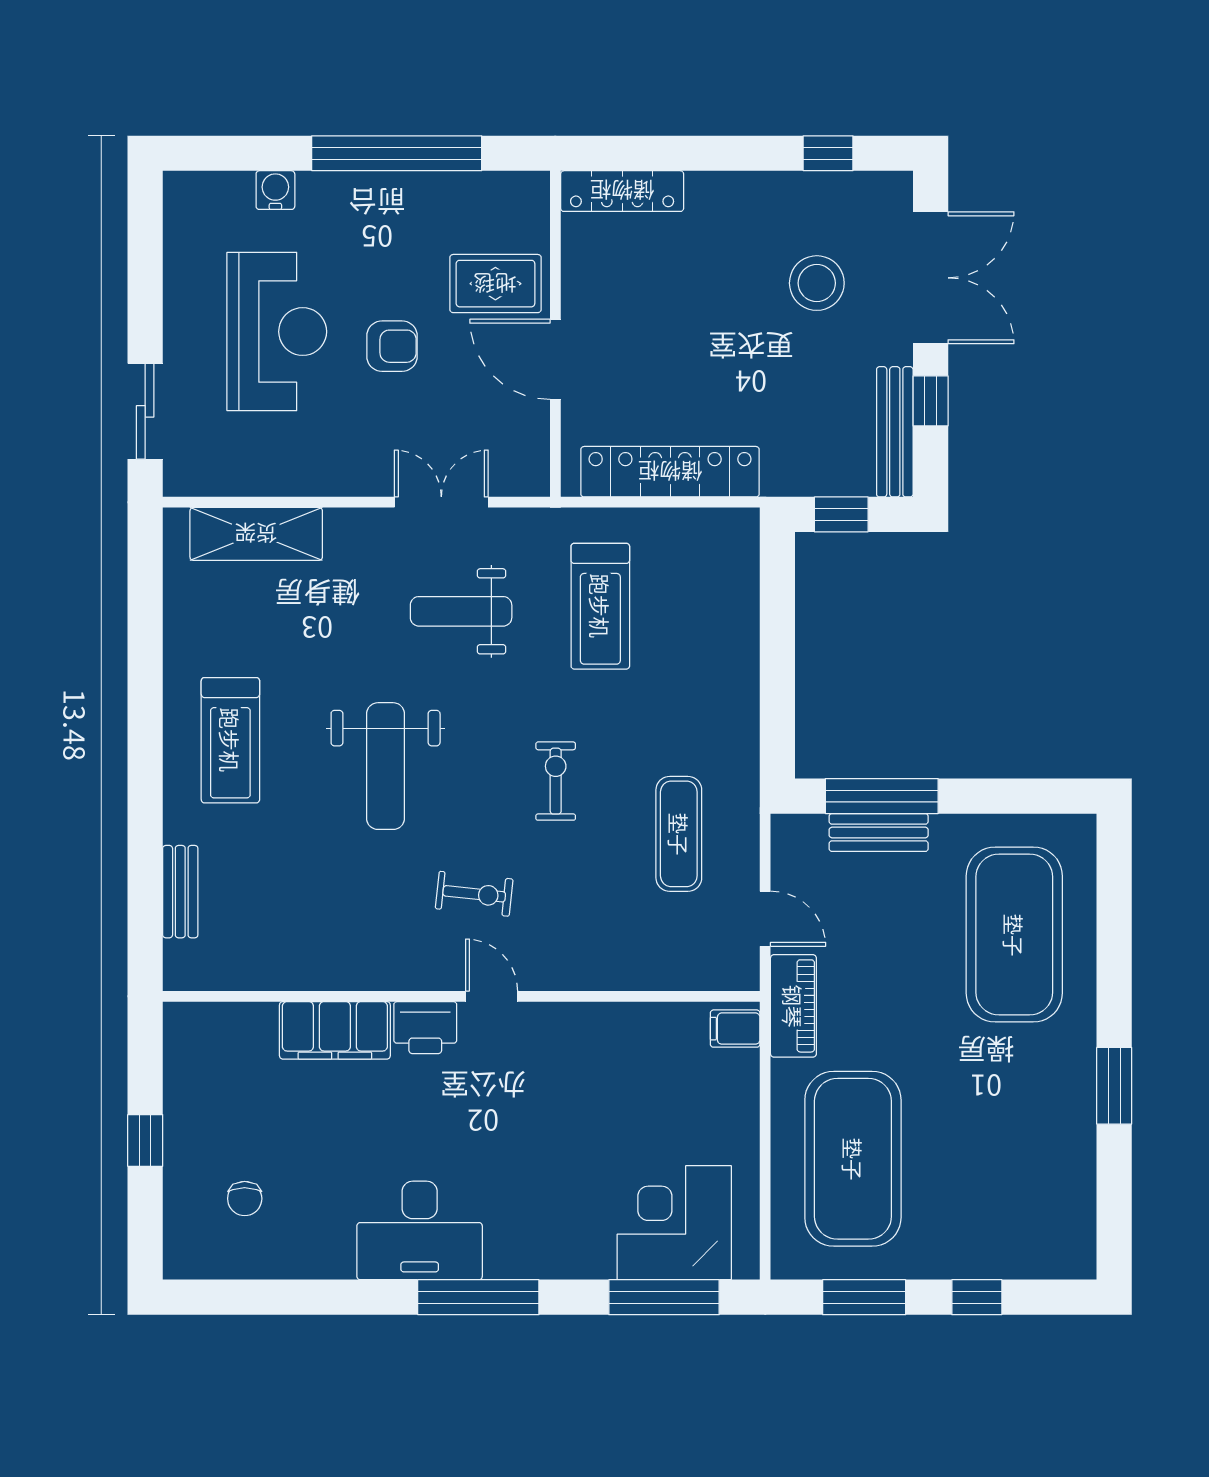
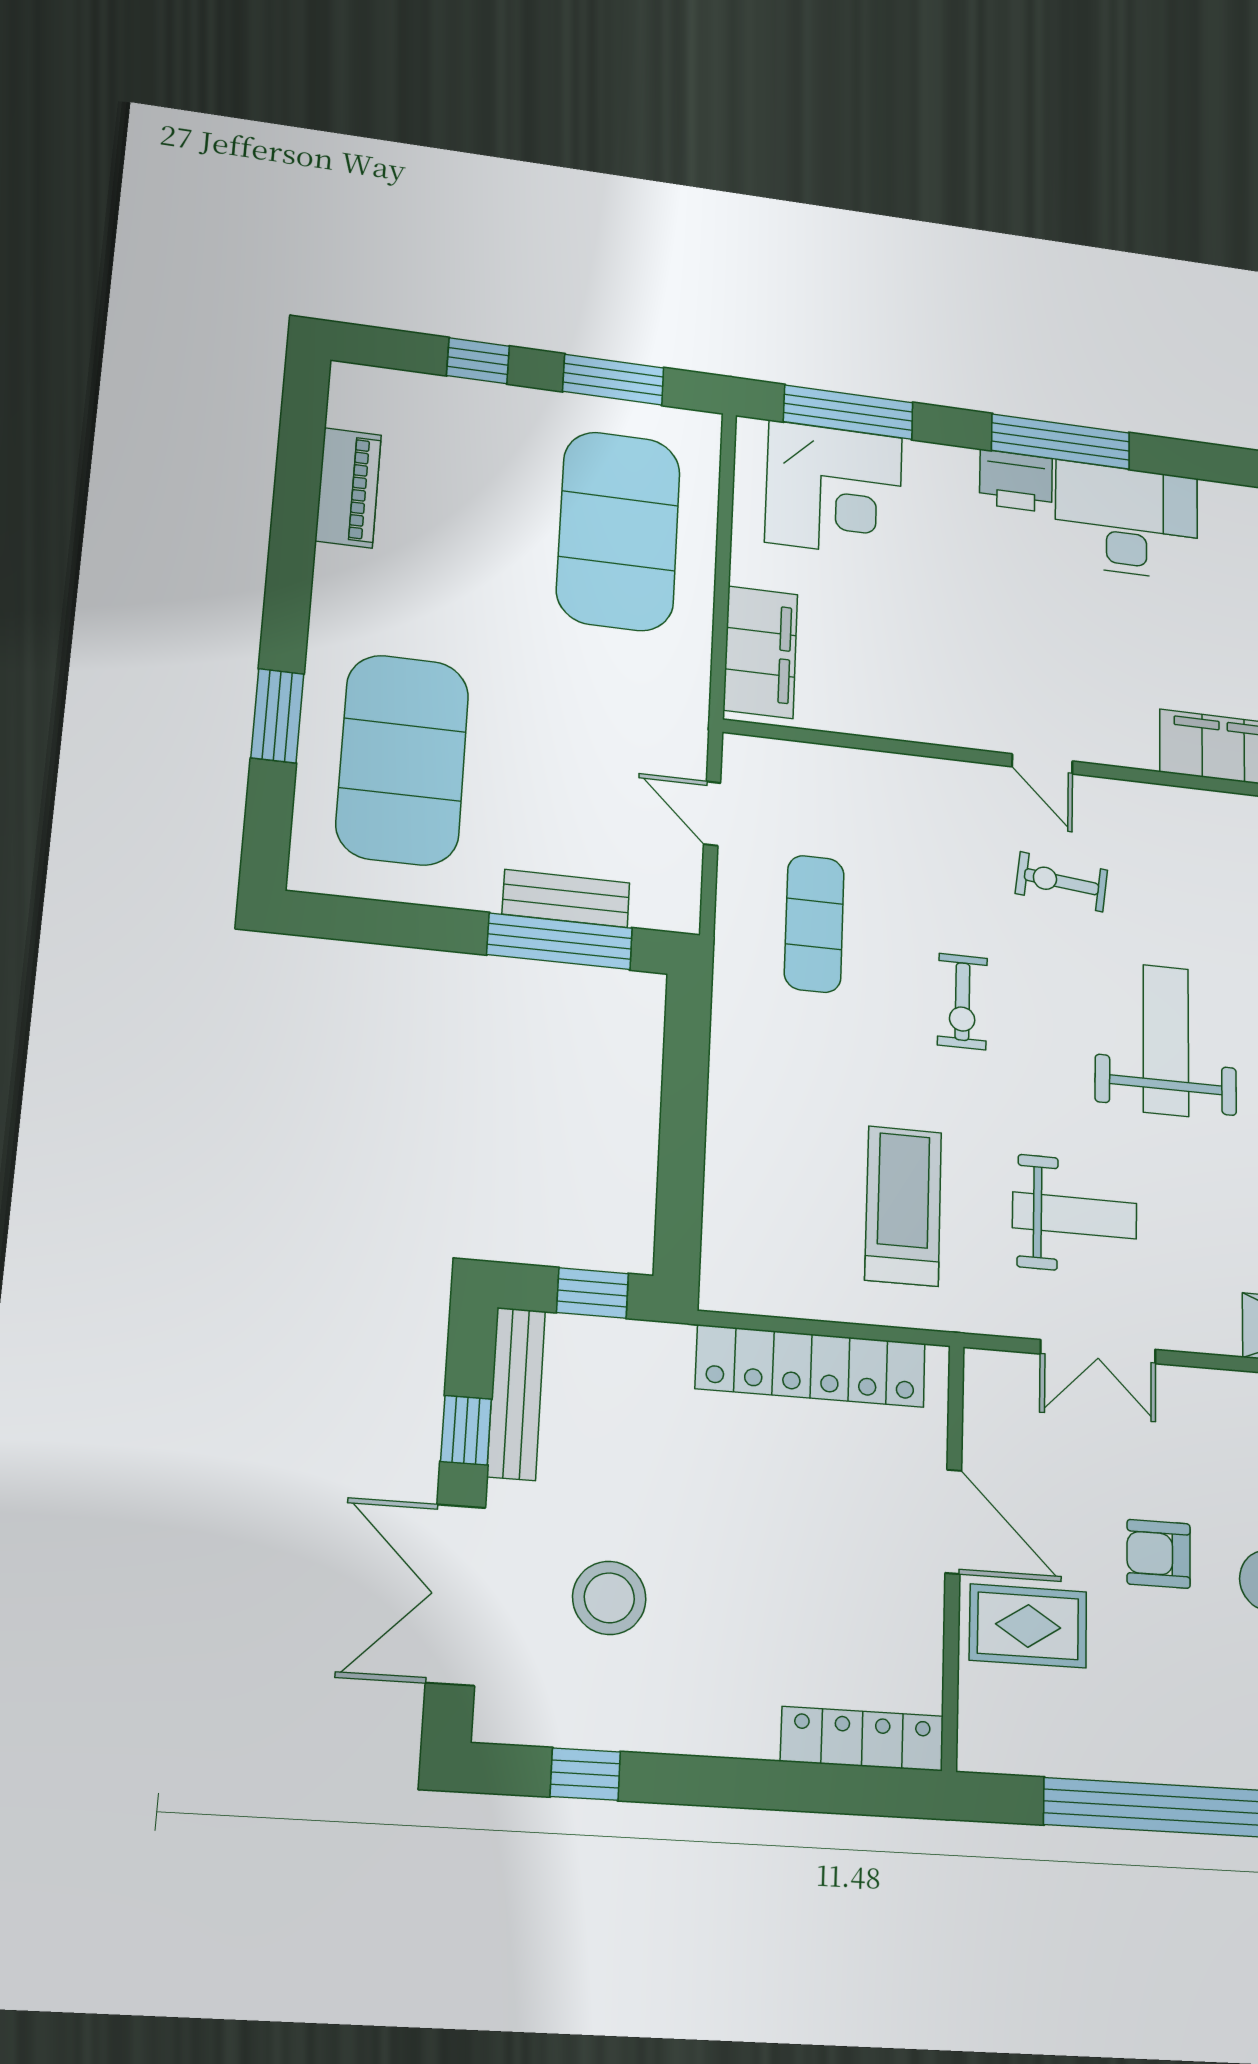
piano: (793, 1006) -> (348, 488), moved, turned 180
printer: (425, 1028) -> (1016, 481), moved, turned 180
filing cabinet: (735, 1029) -> (760, 652), width x3.00, depth x1.17
window: (1114, 1086) -> (277, 716), moved

